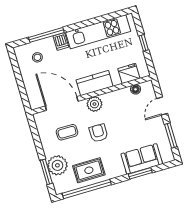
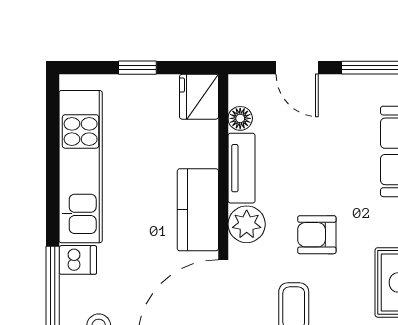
fridge: (129, 74) -> (199, 97), moved
tv unit: (116, 96) -> (242, 168), added

